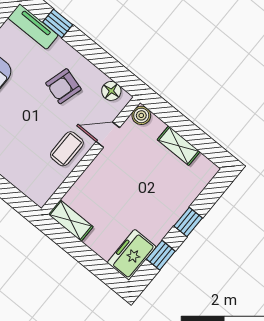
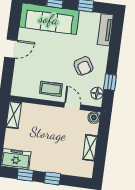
window: (58, 23) -> (110, 82), moved
armchair: (63, 86) -> (83, 66), turned -136

